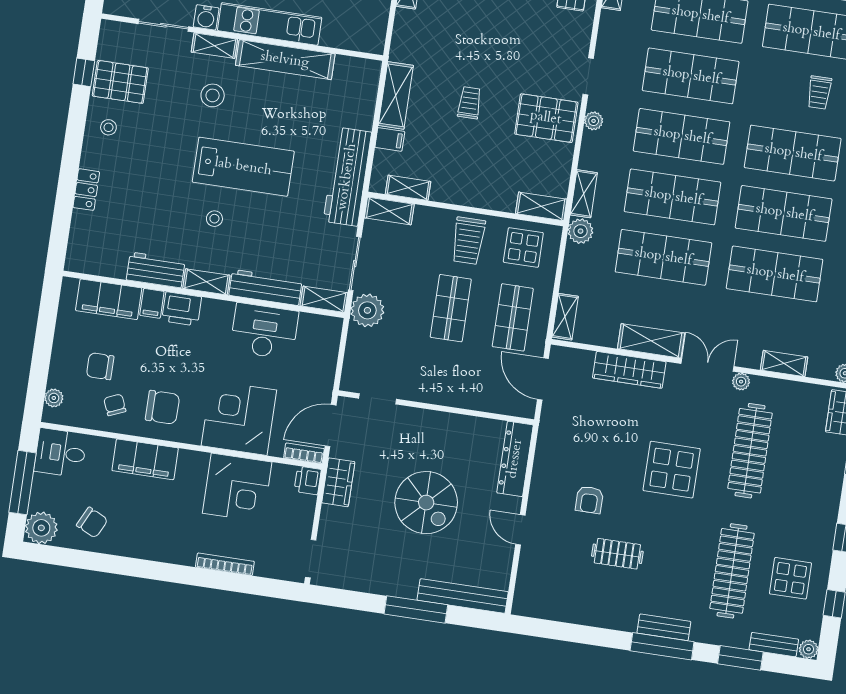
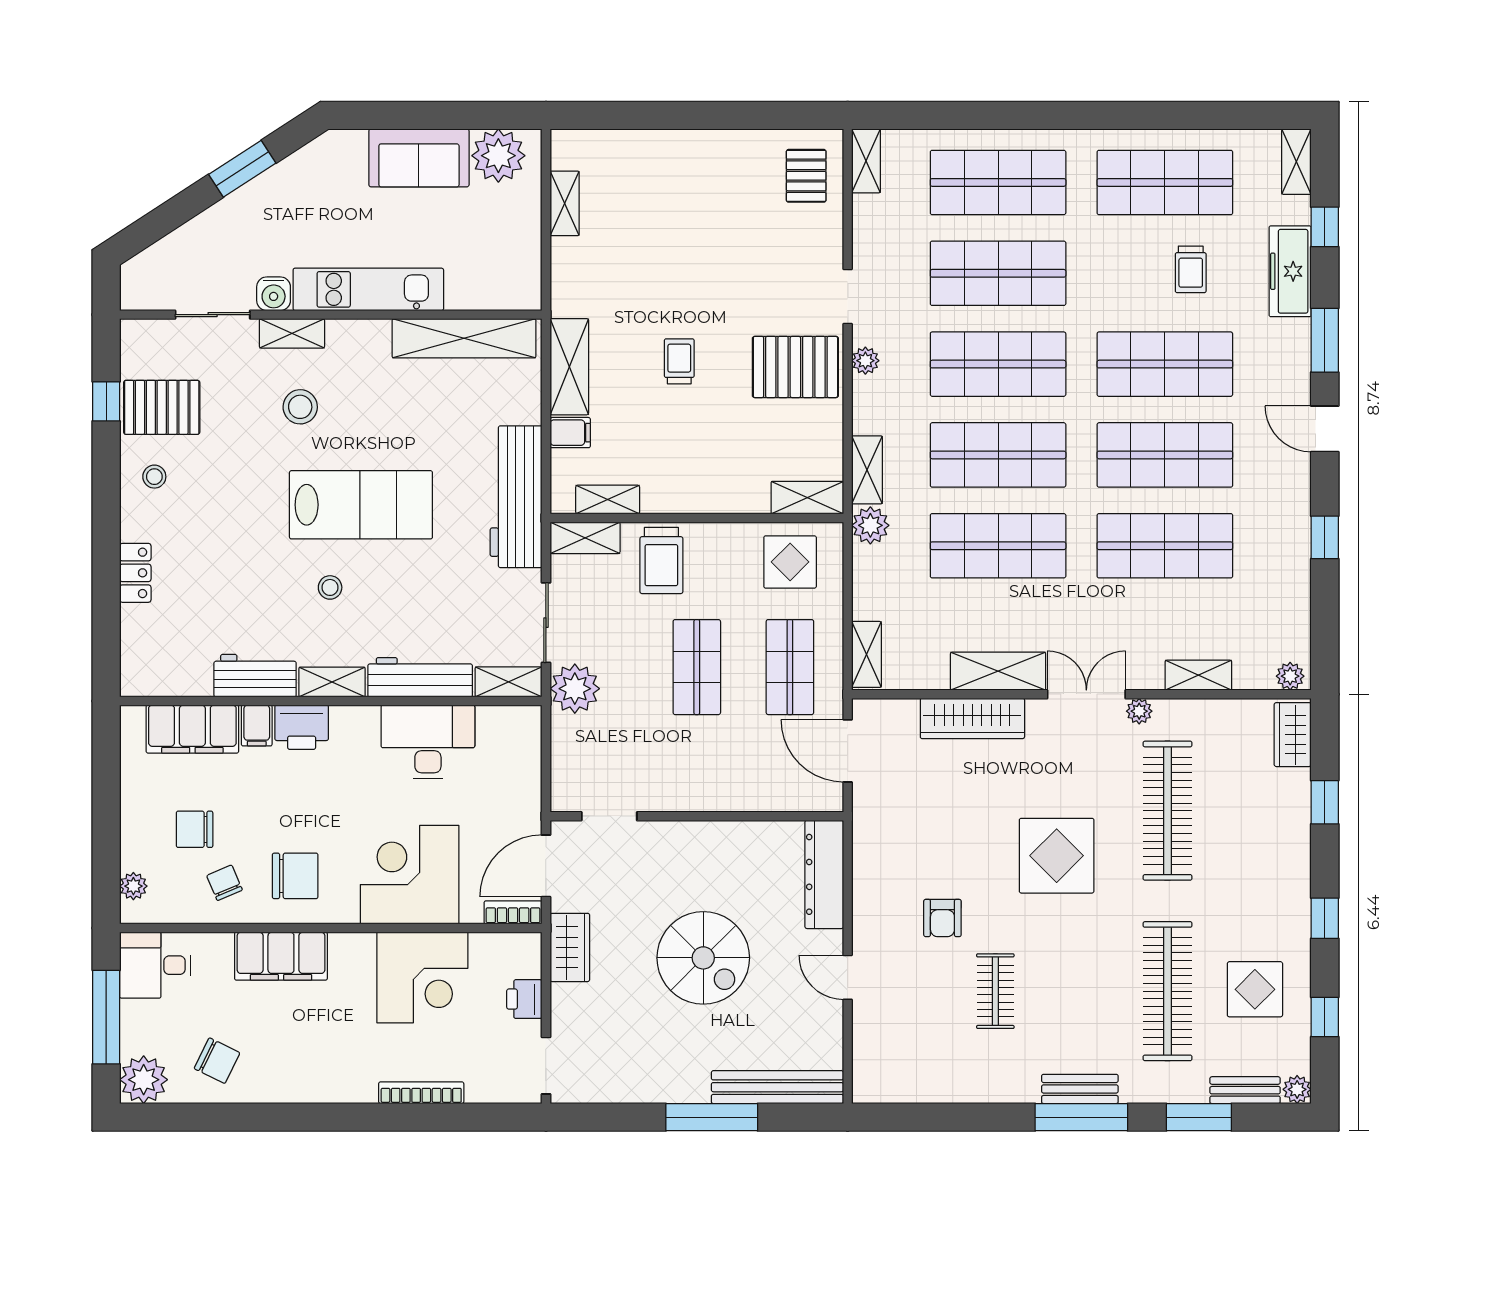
shelving: (285, 60) -> (464, 338), moved
trolley: (468, 241) -> (661, 560), moved
printer: (308, 480) -> (524, 999), moved
clothes rail: (617, 554) -> (995, 991), turned 90

